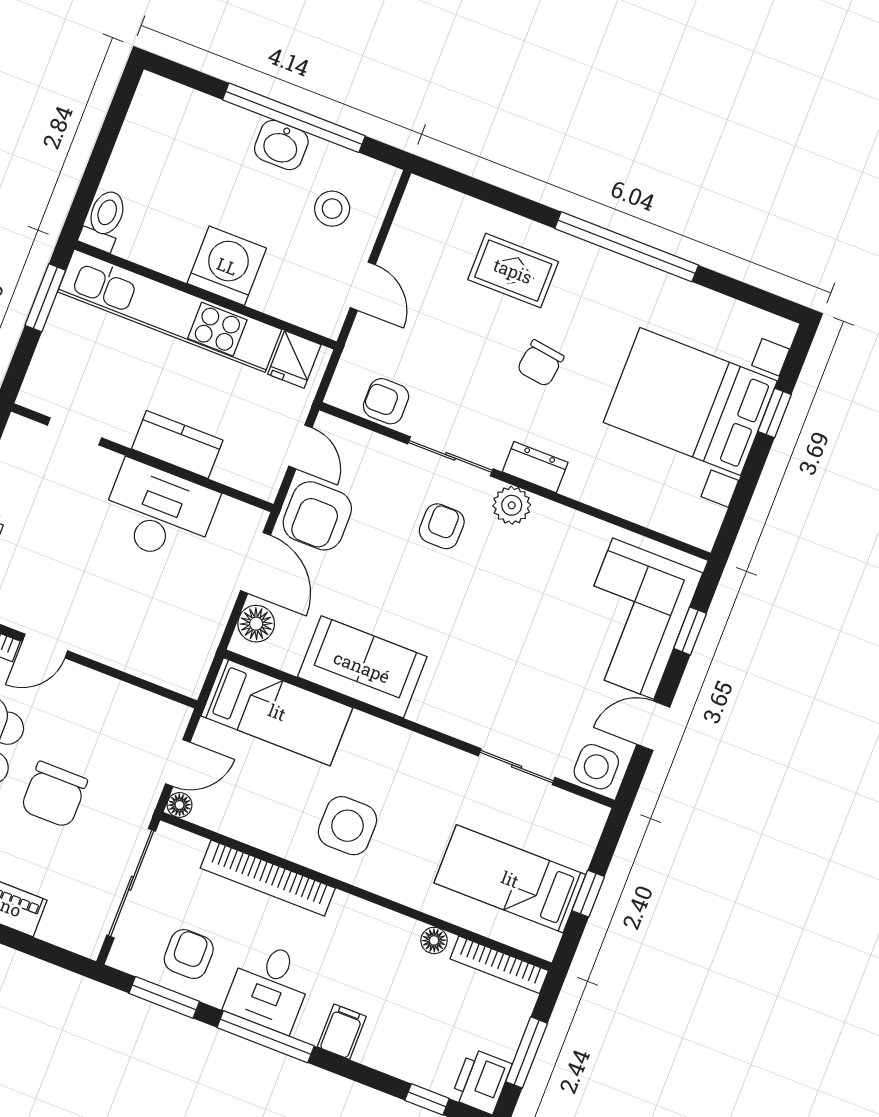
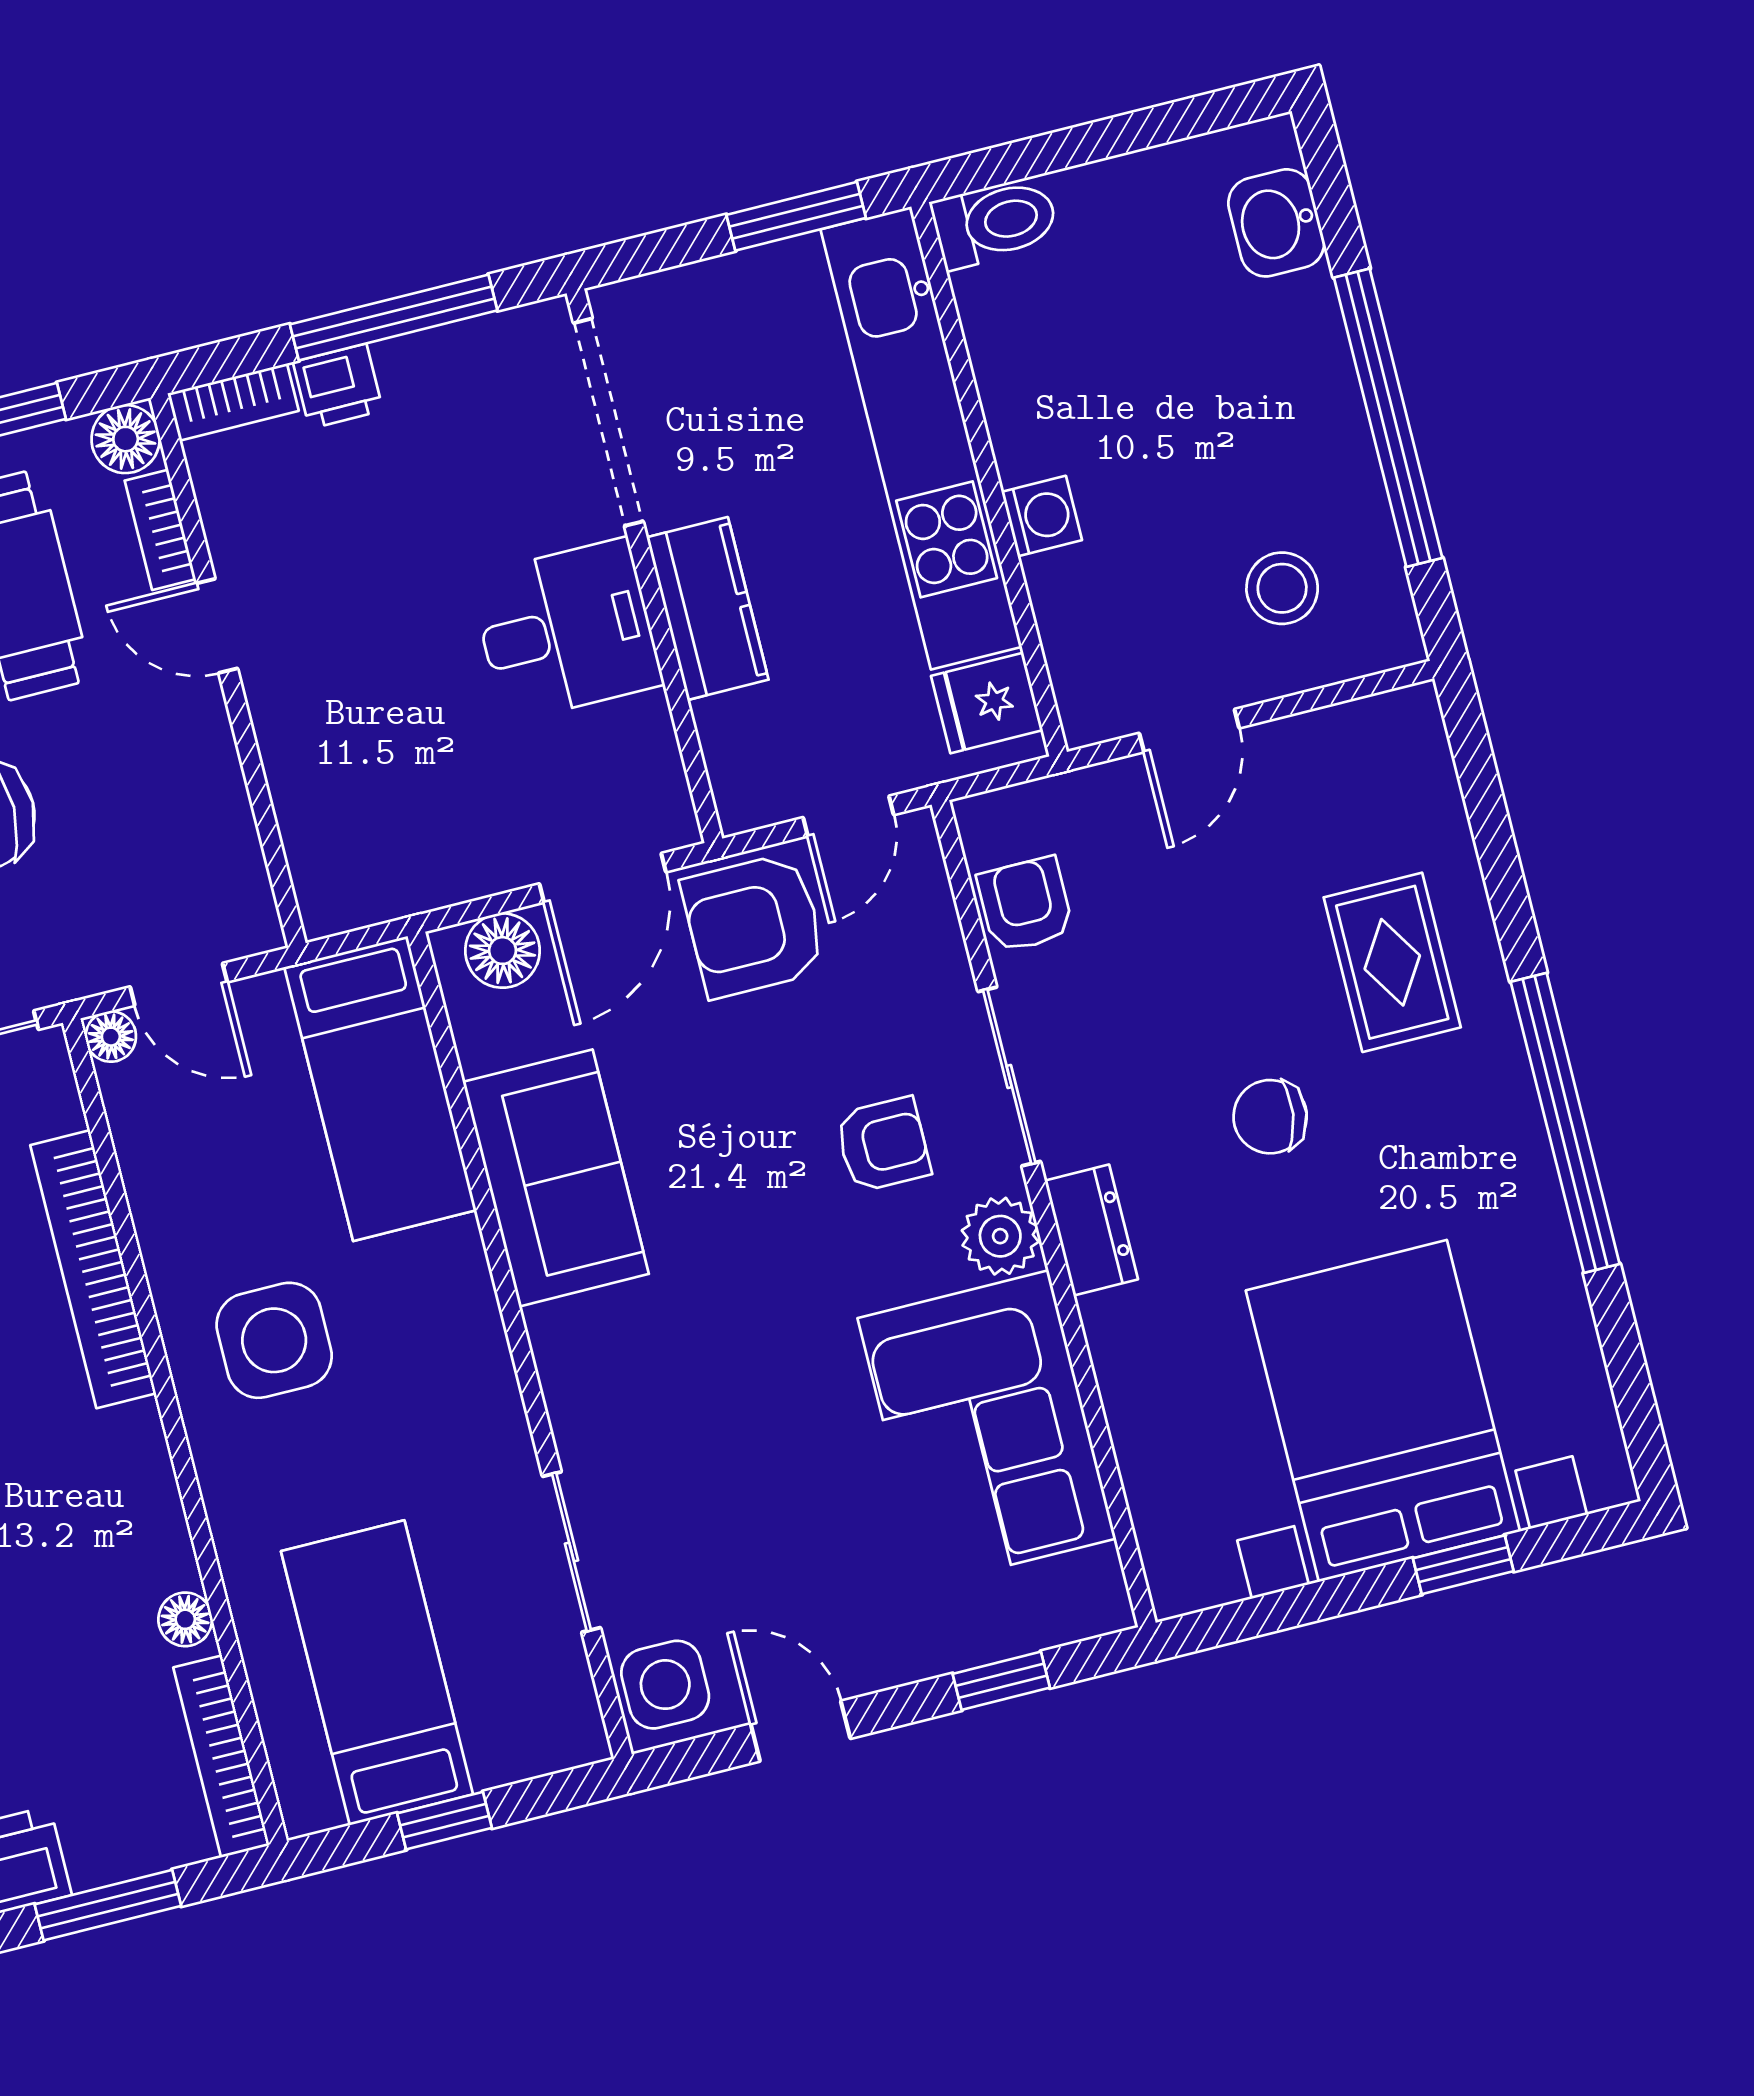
washbasin: (281, 145) -> (1276, 223), moved
washing machine: (227, 266) -> (1042, 516), width x0.53, depth x0.53
doorway: (74, 431) -> (608, 422), width x1.88
desk: (159, 512) -> (566, 630), width x0.73
corner sofa: (633, 619) -> (987, 1428), moved, turned -90

